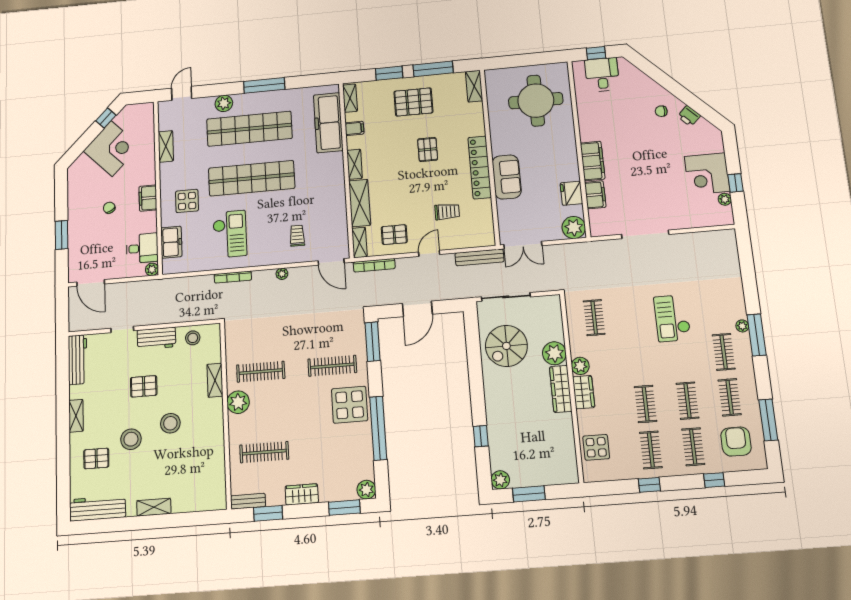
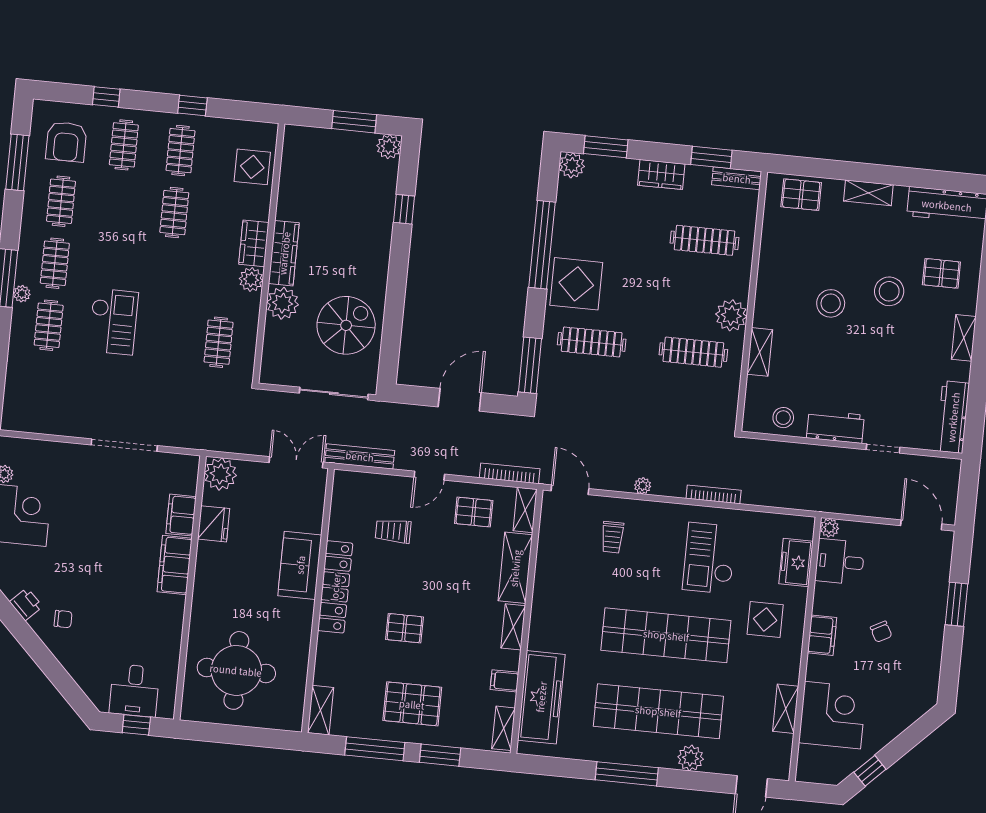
corner desk: (112, 149) -> (832, 715), moved, turned 135
pallet: (428, 149) -> (404, 628), turned 90
pallet: (144, 386) -> (801, 195), moved
clothes rail: (687, 401) -> (49, 325), moved

